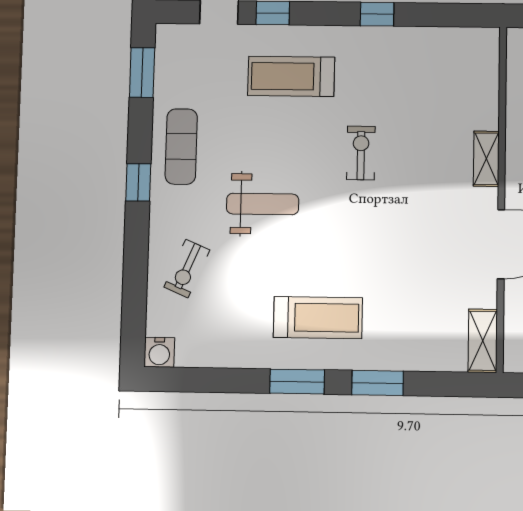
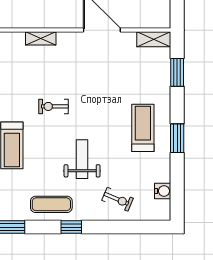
shelving: (486, 159) -> (41, 38), moved
water cooler: (159, 352) -> (163, 191), moved
window: (378, 383) -> (177, 72), moved

